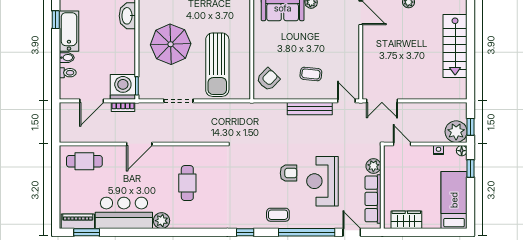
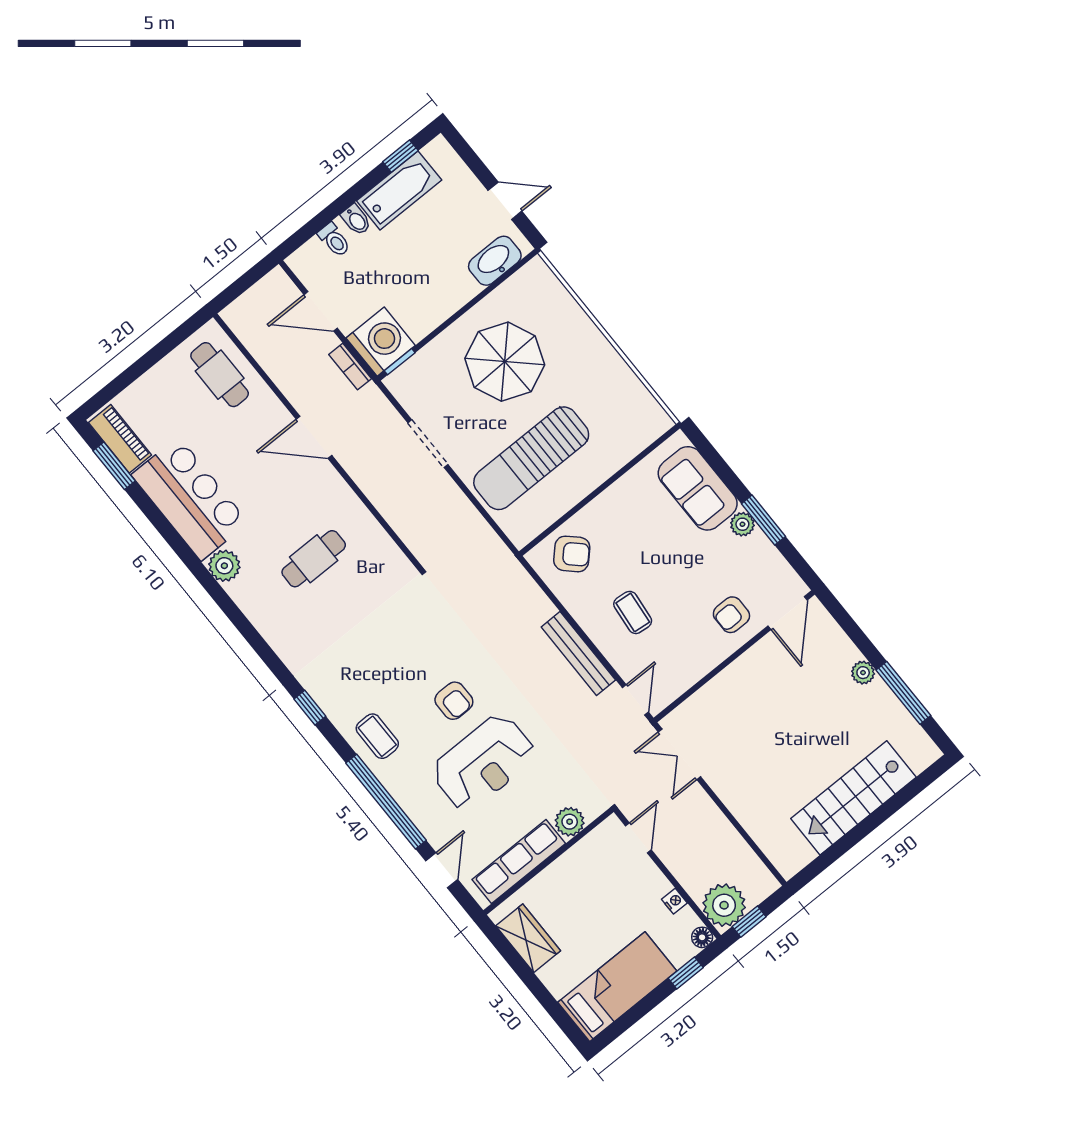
armchair: (343, 36) -> (731, 615), added
reception desk: (322, 181) -> (483, 763), turned 180

